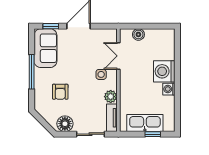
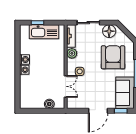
washing machine: (164, 71) -> (24, 70), width x0.53, depth x0.53
armchair: (60, 92) -> (113, 57), width x1.88, depth x1.88

